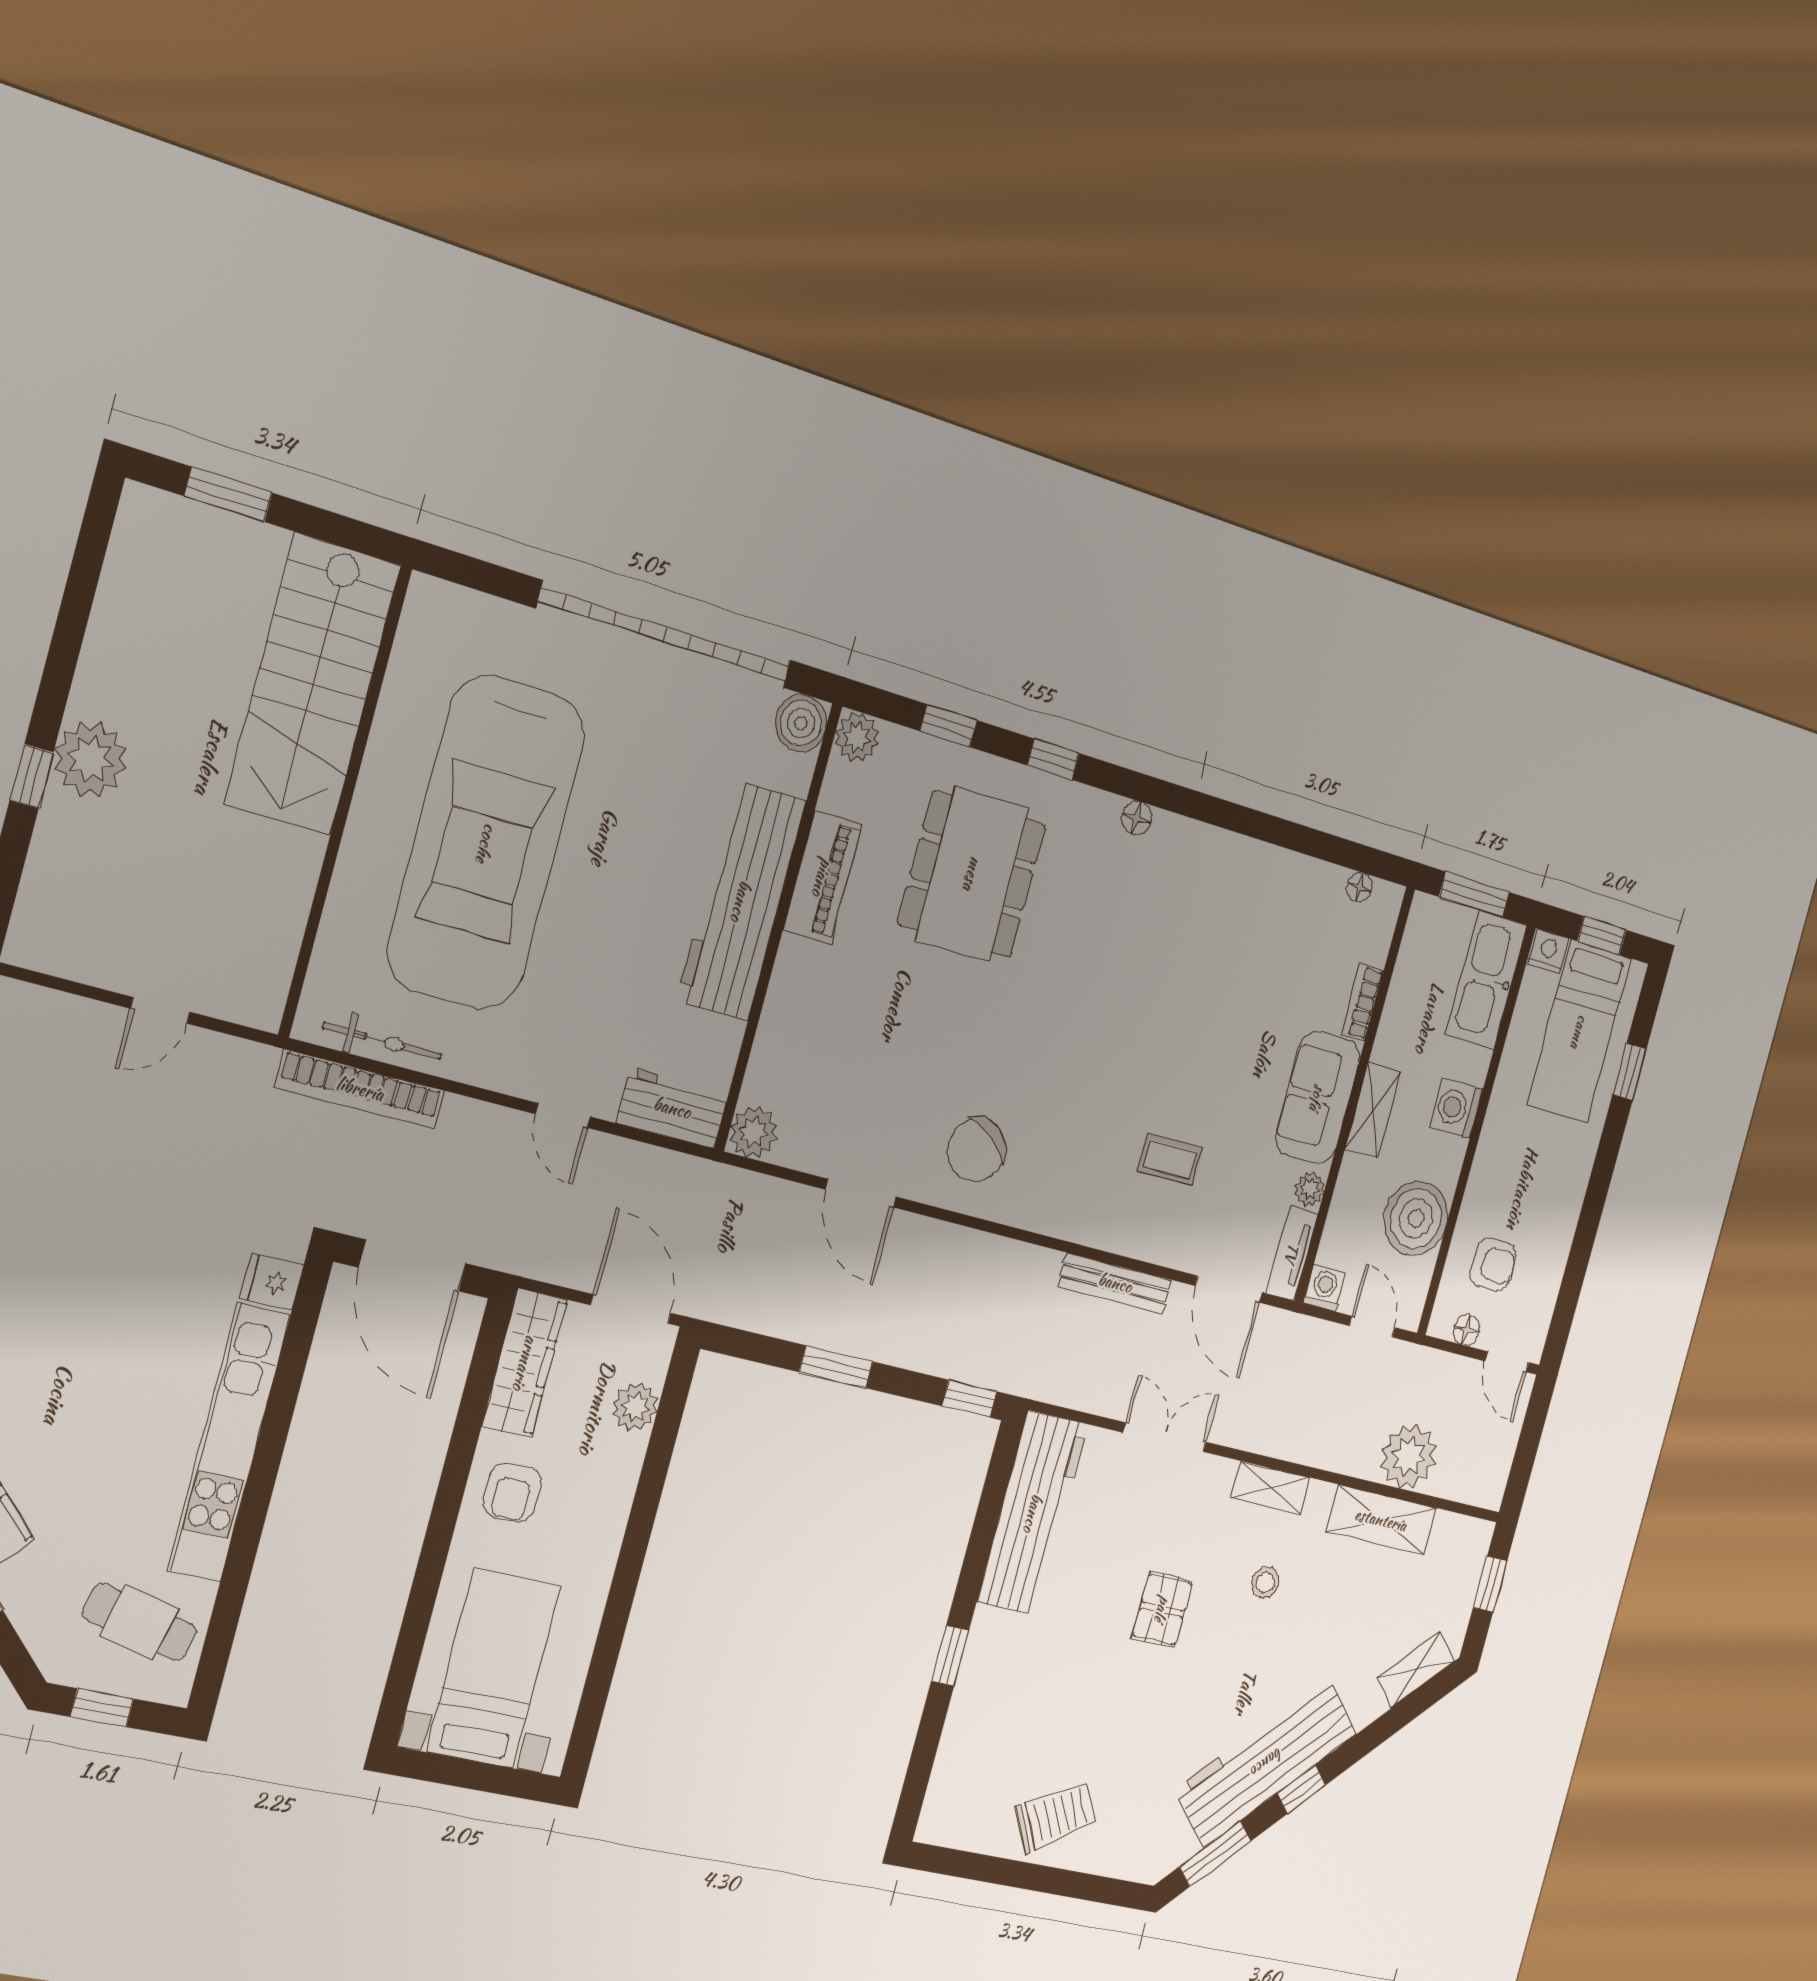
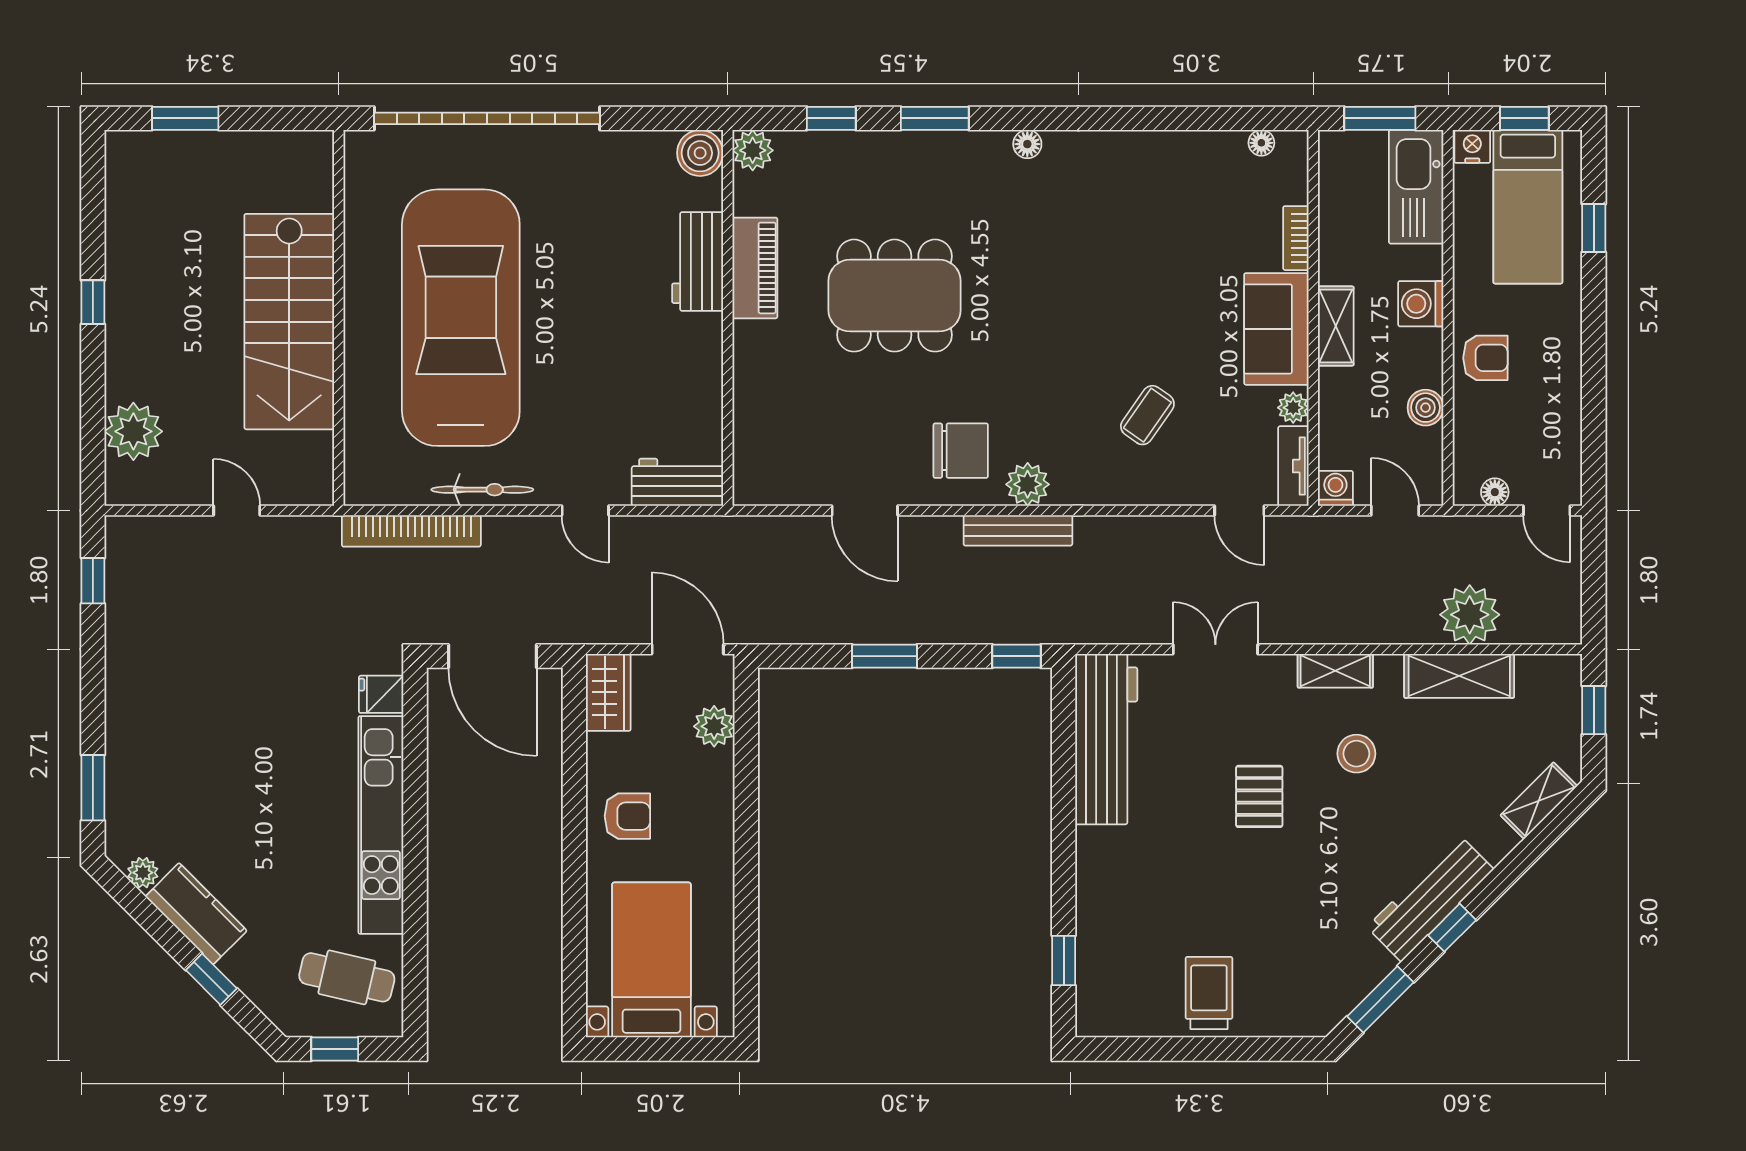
garage door: (665, 635) -> (487, 118), moved
stairs: (313, 684) -> (289, 322), moved
plant: (90, 759) -> (133, 431), moved
window: (1053, 759) -> (935, 118), width x1.50
window: (32, 776) -> (93, 302), moved
car: (486, 843) -> (461, 318), turned 180
dining table: (972, 874) -> (895, 296), moved, turned 90
workbench: (741, 901) -> (698, 262), width x0.53, depth x0.76
door: (160, 1010) -> (237, 511), swing flipped
bicycle: (382, 1041) -> (482, 490), moved
plant: (753, 1132) -> (1028, 484), moved
chair: (977, 1150) -> (961, 451), turned -126
coffee table: (1170, 1159) -> (1147, 415), turned -55
boiler: (1416, 1218) -> (1426, 408), width x0.54, depth x0.54
armchair: (1493, 1265) -> (1485, 358), moved
bench: (1115, 1283) -> (1018, 530), moved
door: (1229, 1289) -> (1239, 511), width x0.73
wardrobe: (525, 1363) -> (608, 692), width x0.67
armchair: (512, 1492) -> (627, 816), turned -90
stool: (1265, 1583) -> (1356, 754), width x1.37, depth x1.37
window: (950, 1656) -> (1064, 960), moved
workbench: (1267, 1762) -> (1430, 898), width x0.73, depth x0.76
trolley: (1056, 1816) -> (1209, 993), turned -60

